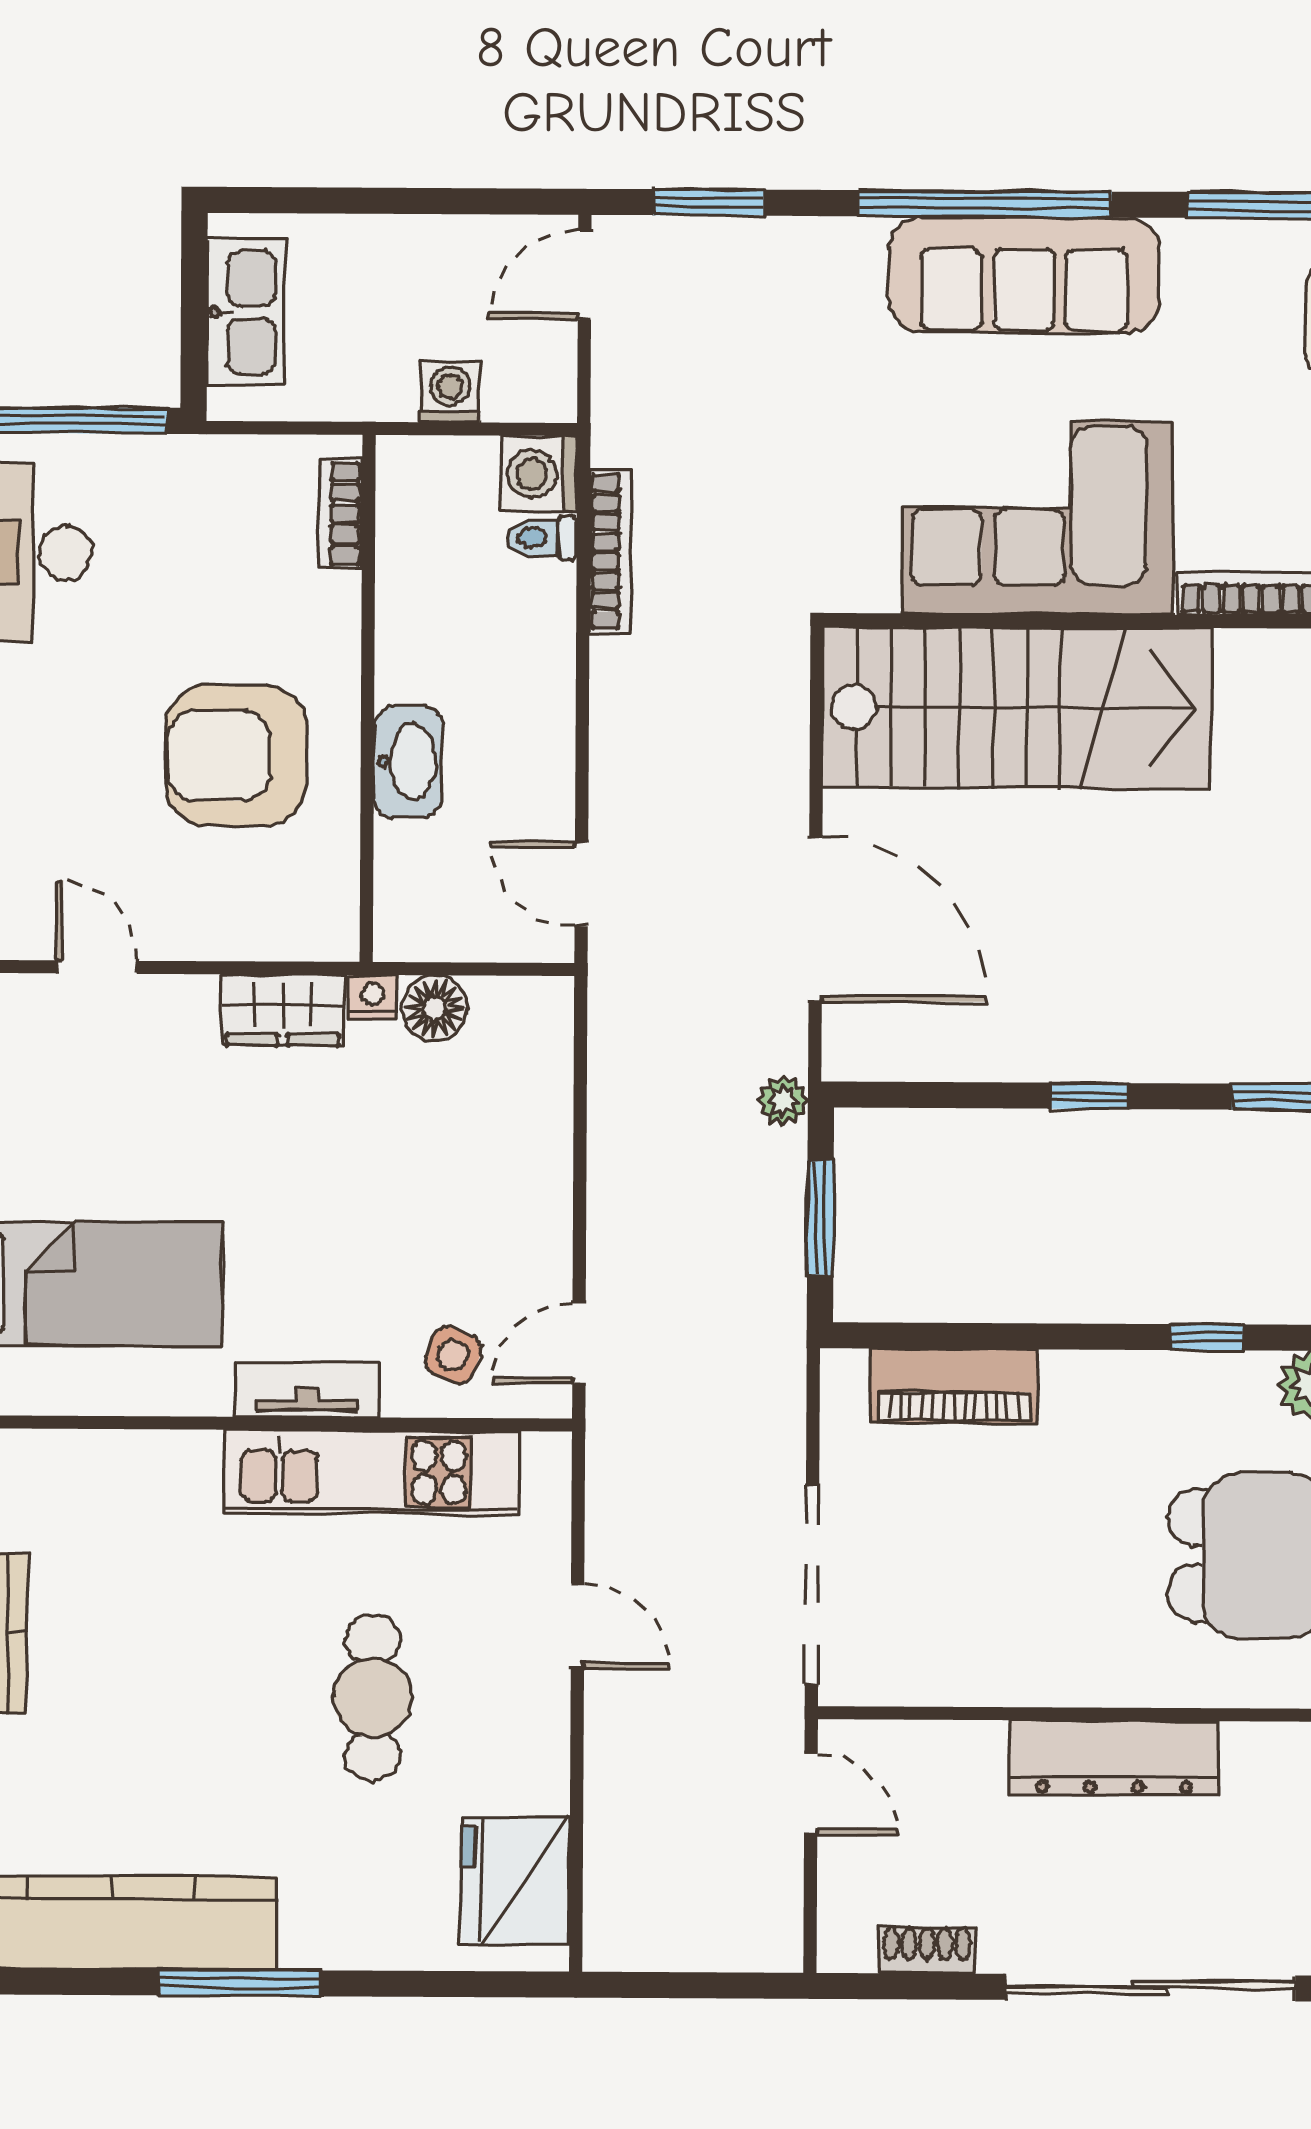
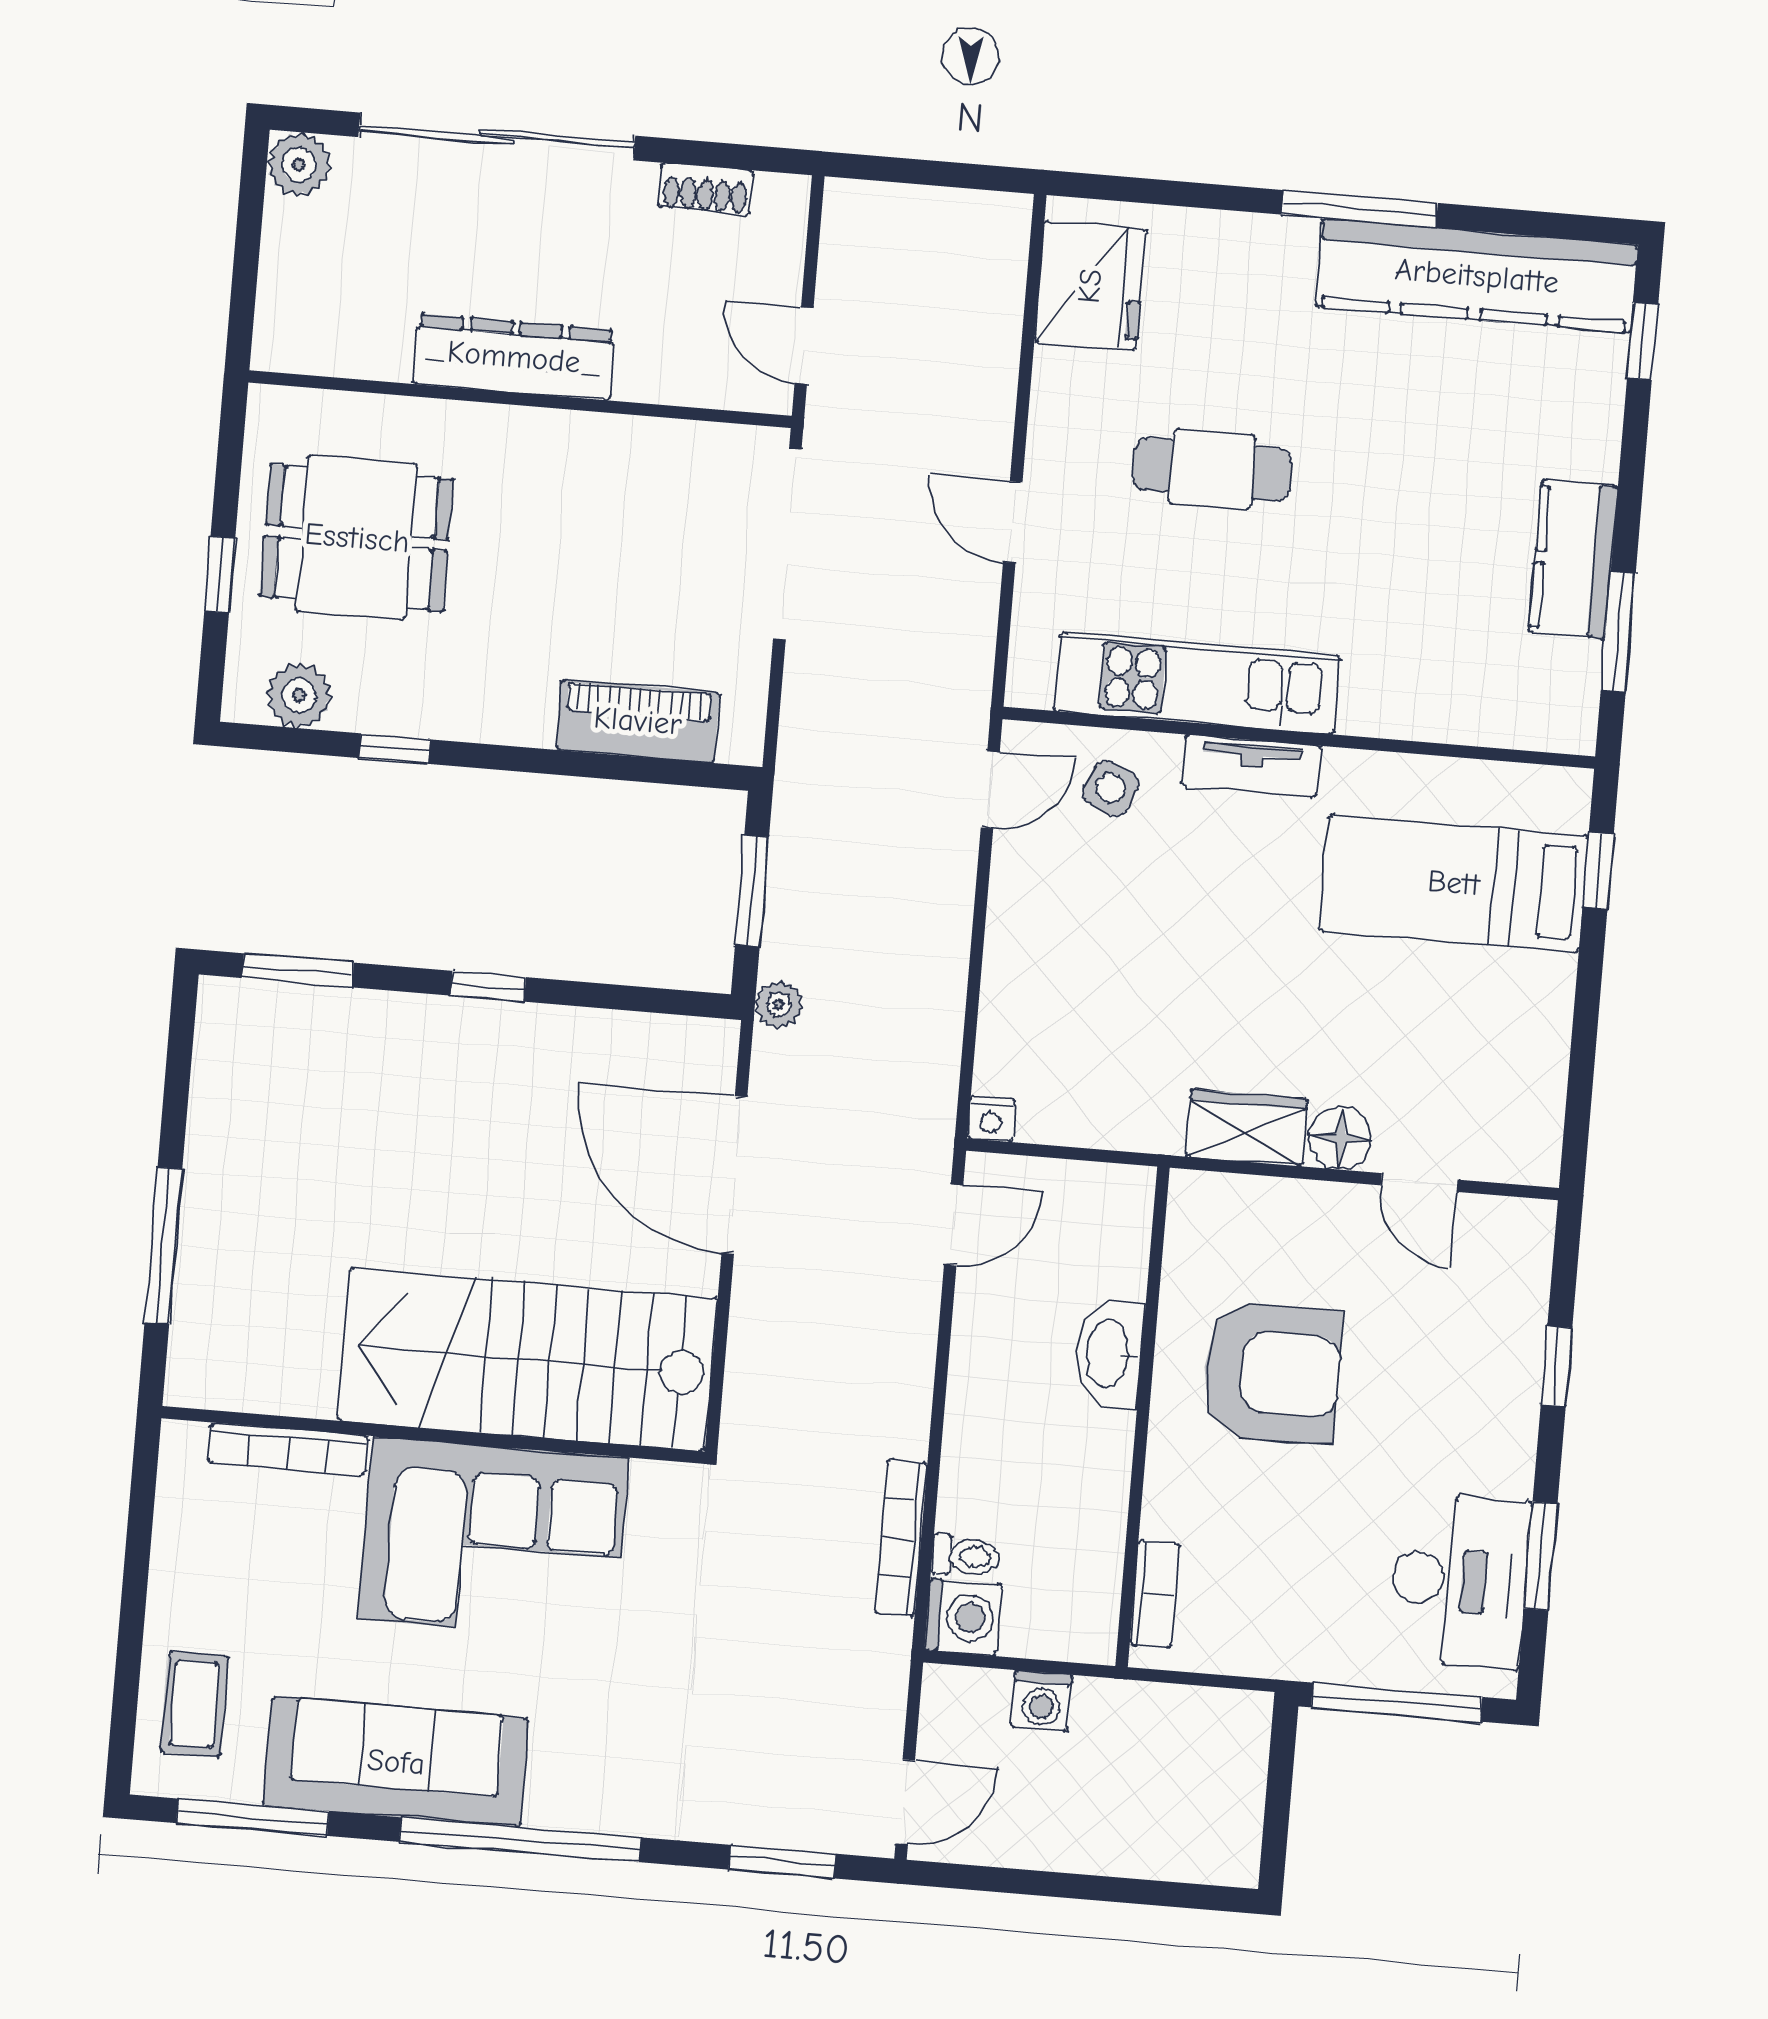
sofa: (1024, 275) -> (396, 1762), moved
kitchen sink: (246, 312) -> (1229, 1792), removed
door: (581, 884) -> (954, 1225), hinge flipped
nightstand: (373, 997) -> (991, 1119), moved
floor lamp: (435, 1008) -> (1340, 1138), moved
cafe table: (373, 1698) -> (1212, 469), turned 90

